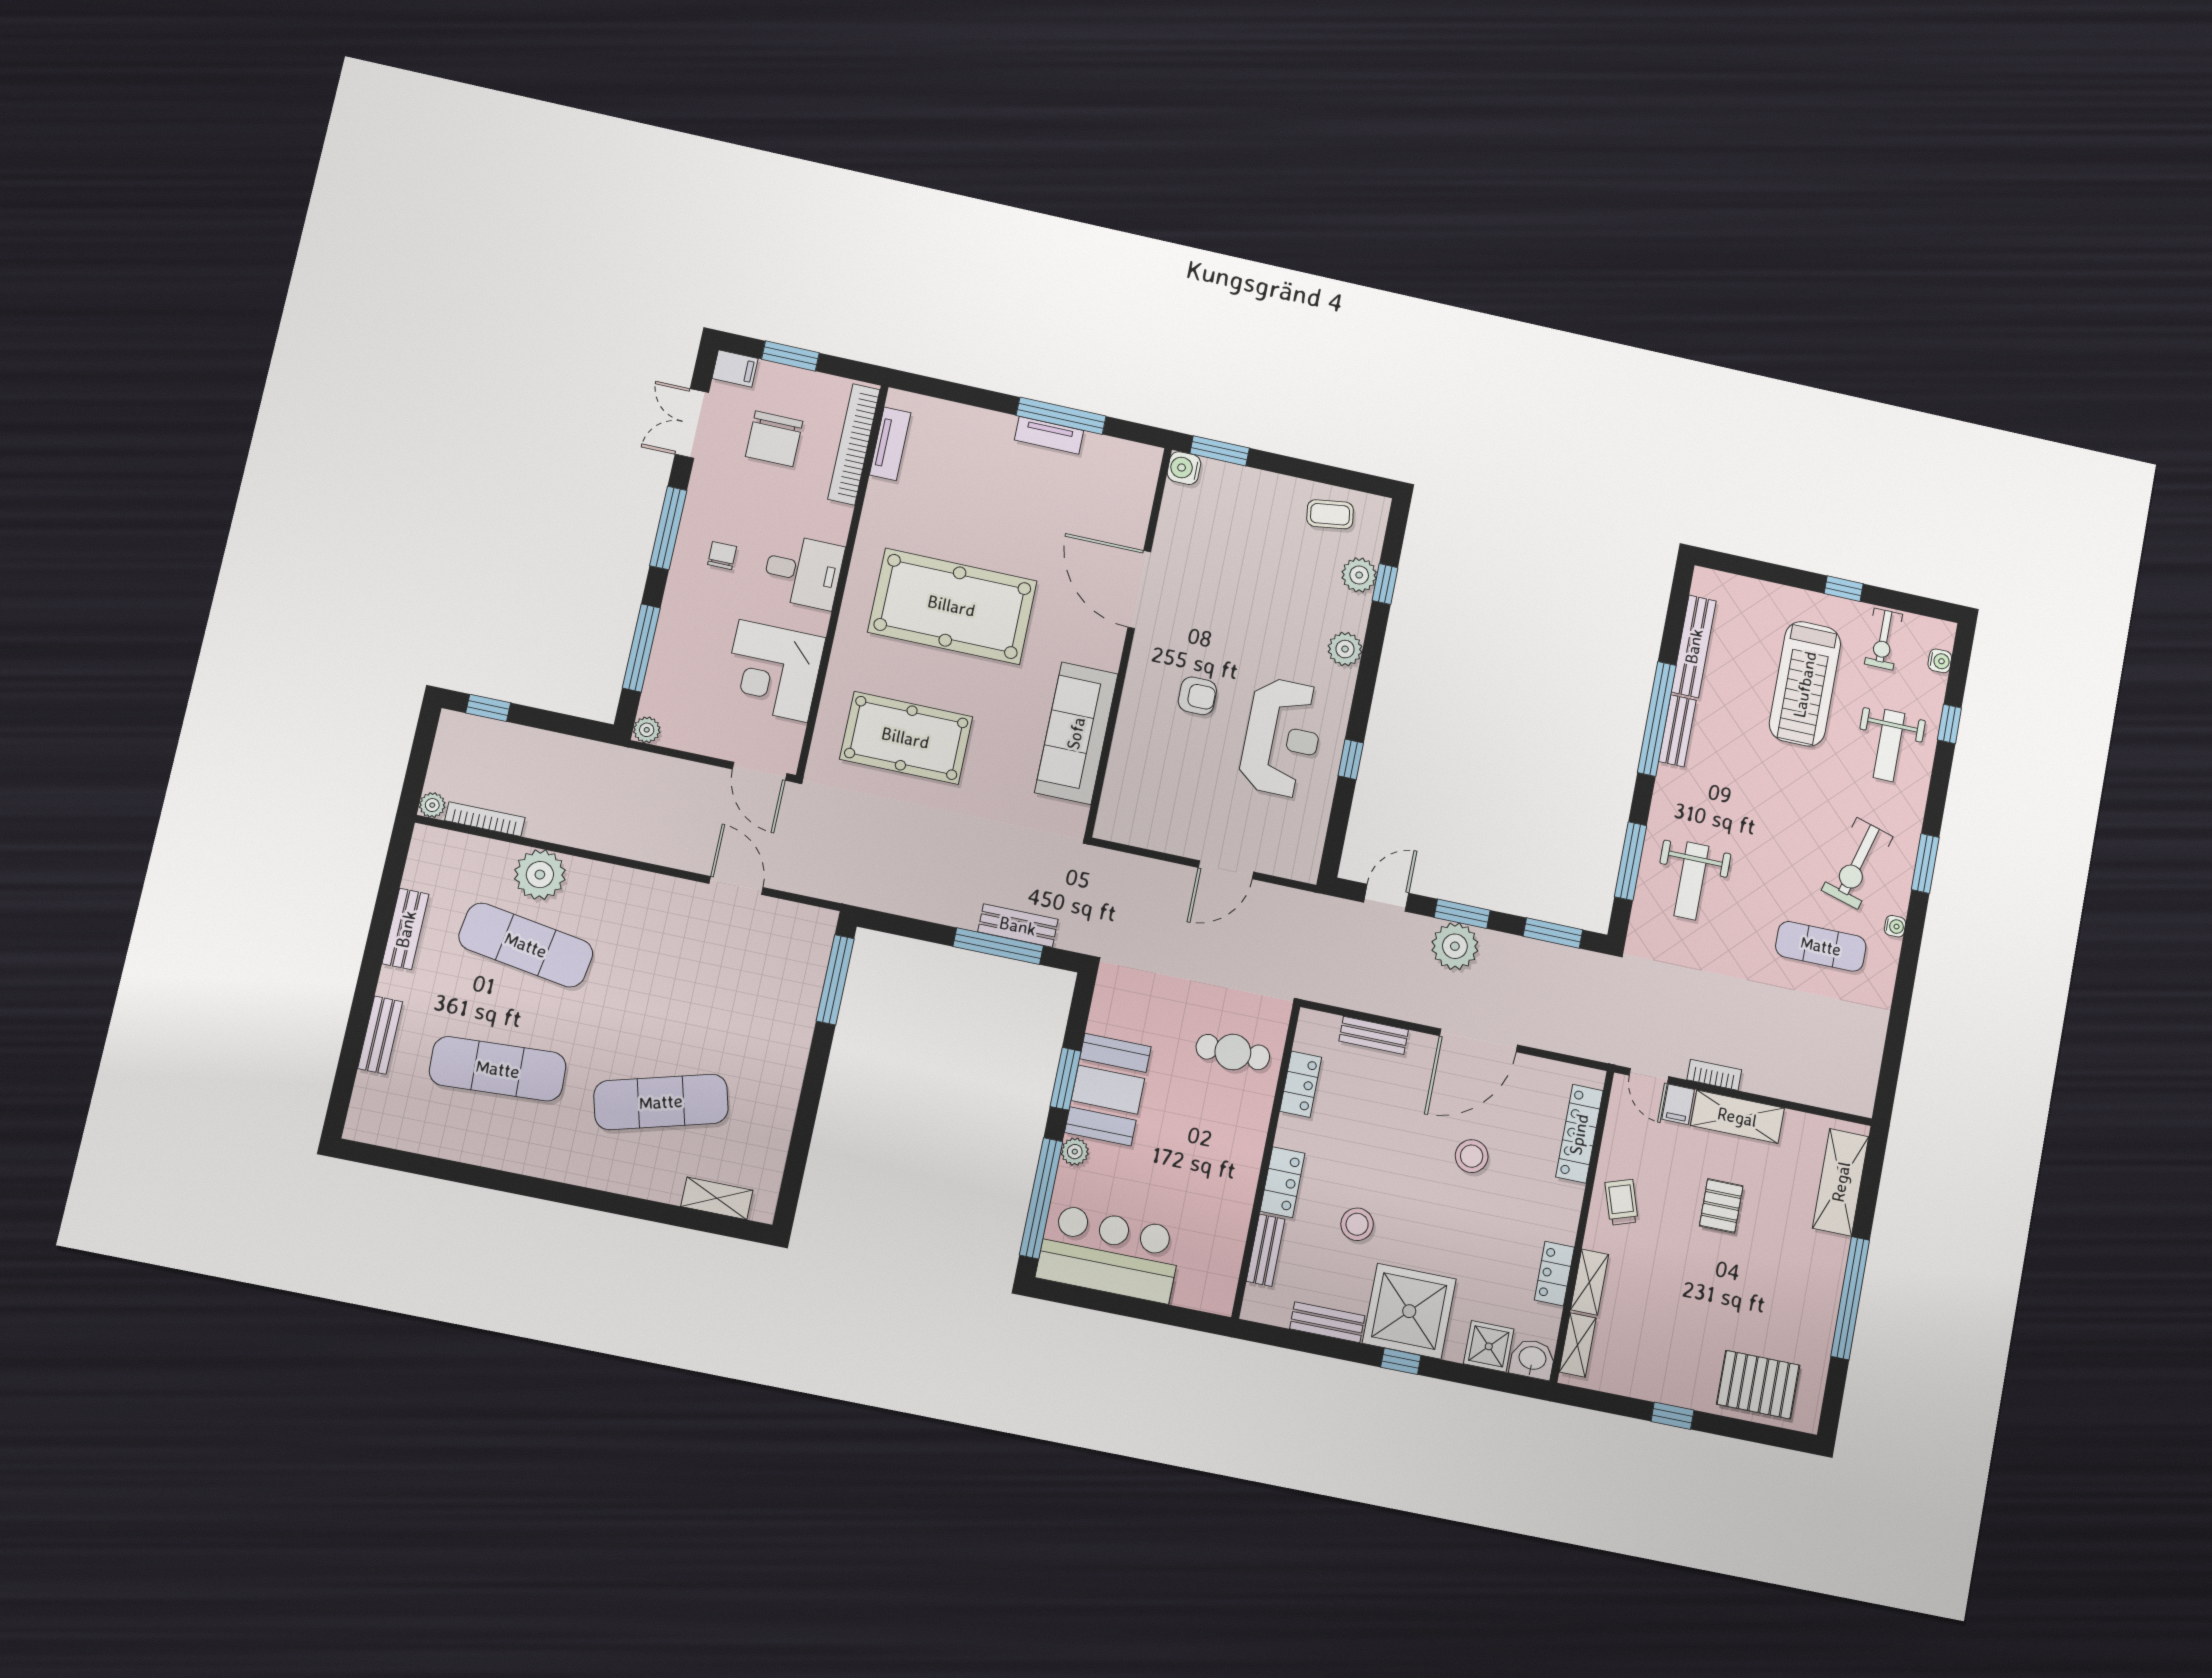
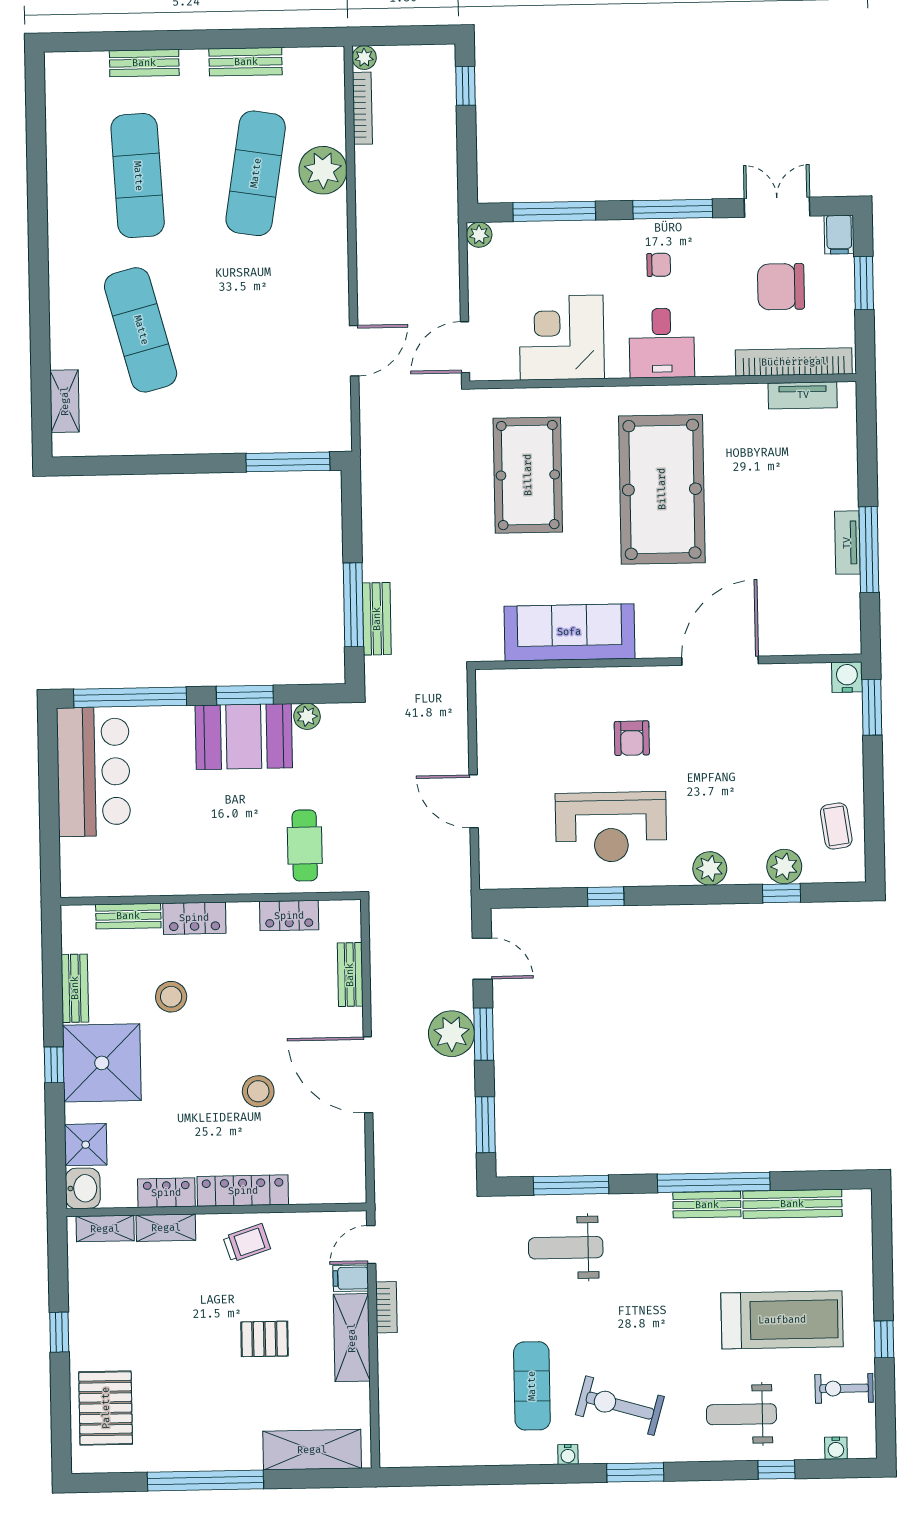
treadmill: (1805, 684) -> (782, 1320), turned 180
locker: (1579, 1134) -> (243, 1191), moved
plant: (1075, 1152) -> (307, 716), moved

